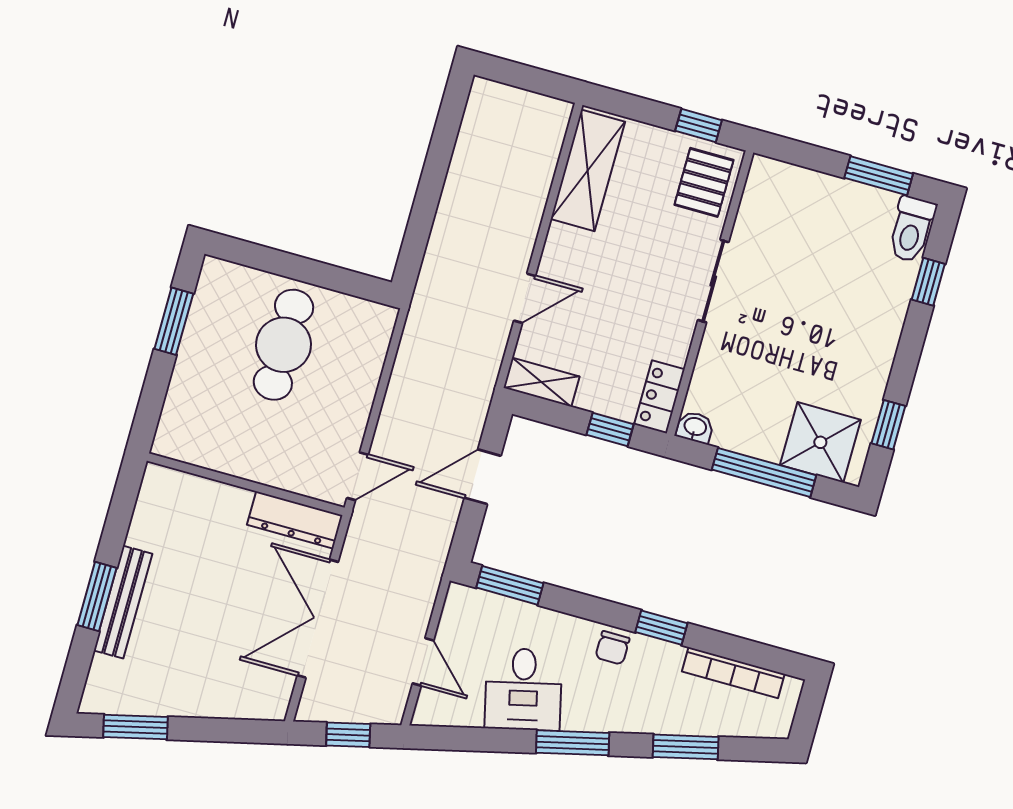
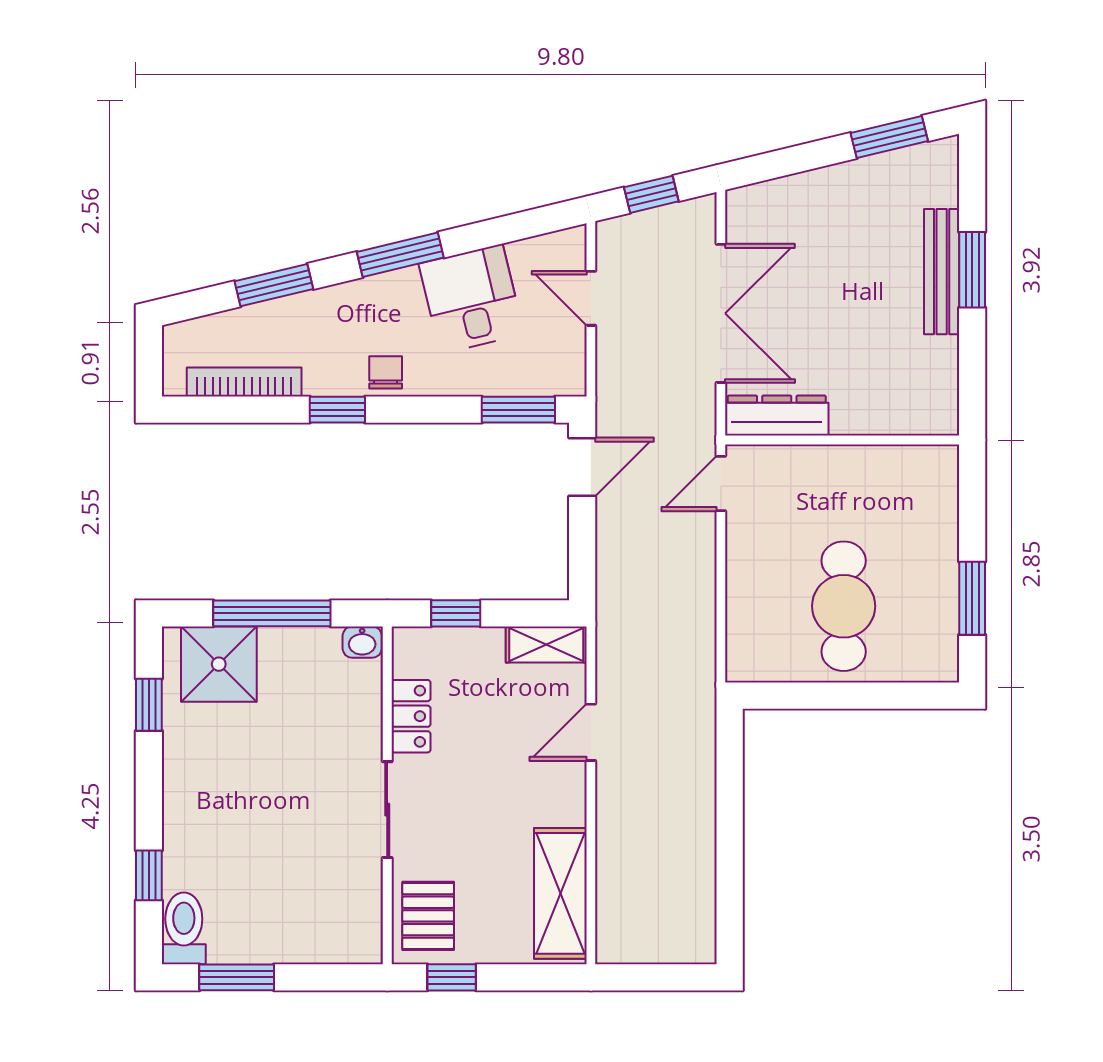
locker: (660, 397) -> (411, 716), moved
door: (483, 477) -> (582, 467), moved

